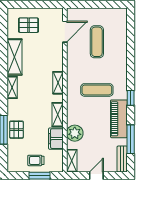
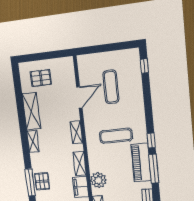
window: (131, 26) -> (144, 66), added
door: (65, 32) -> (79, 97), moved
window: (131, 139) -> (154, 169), moved

